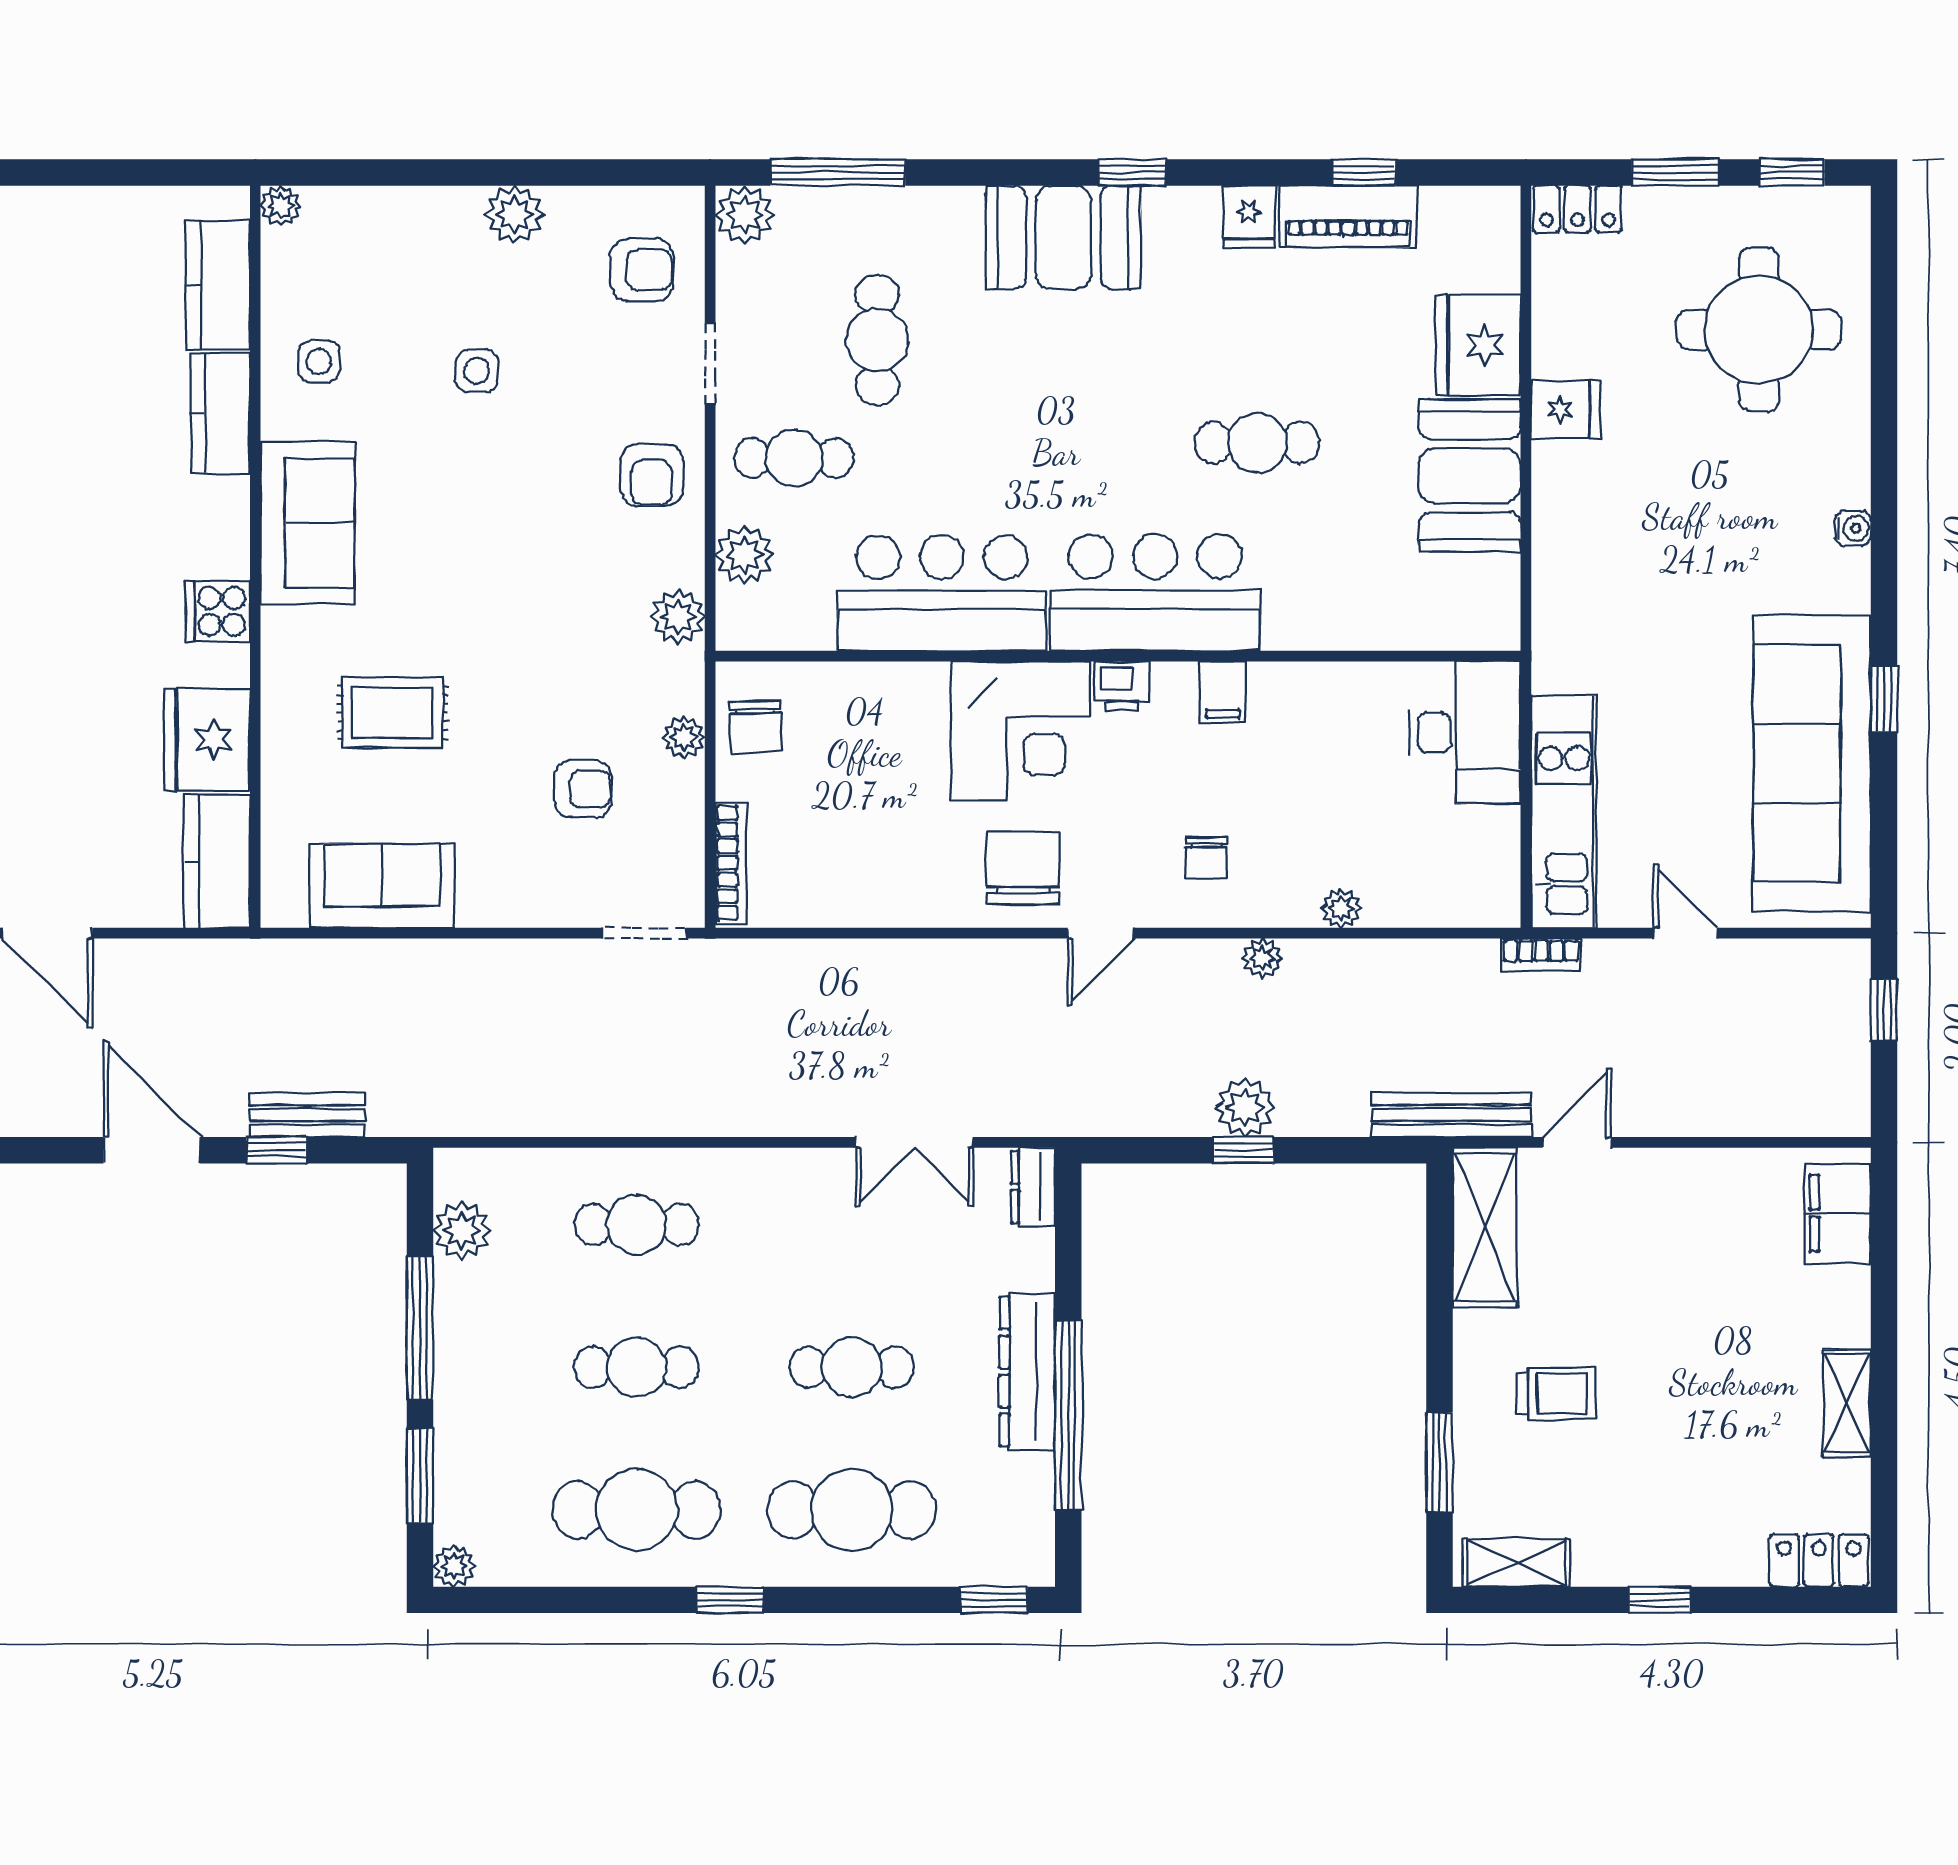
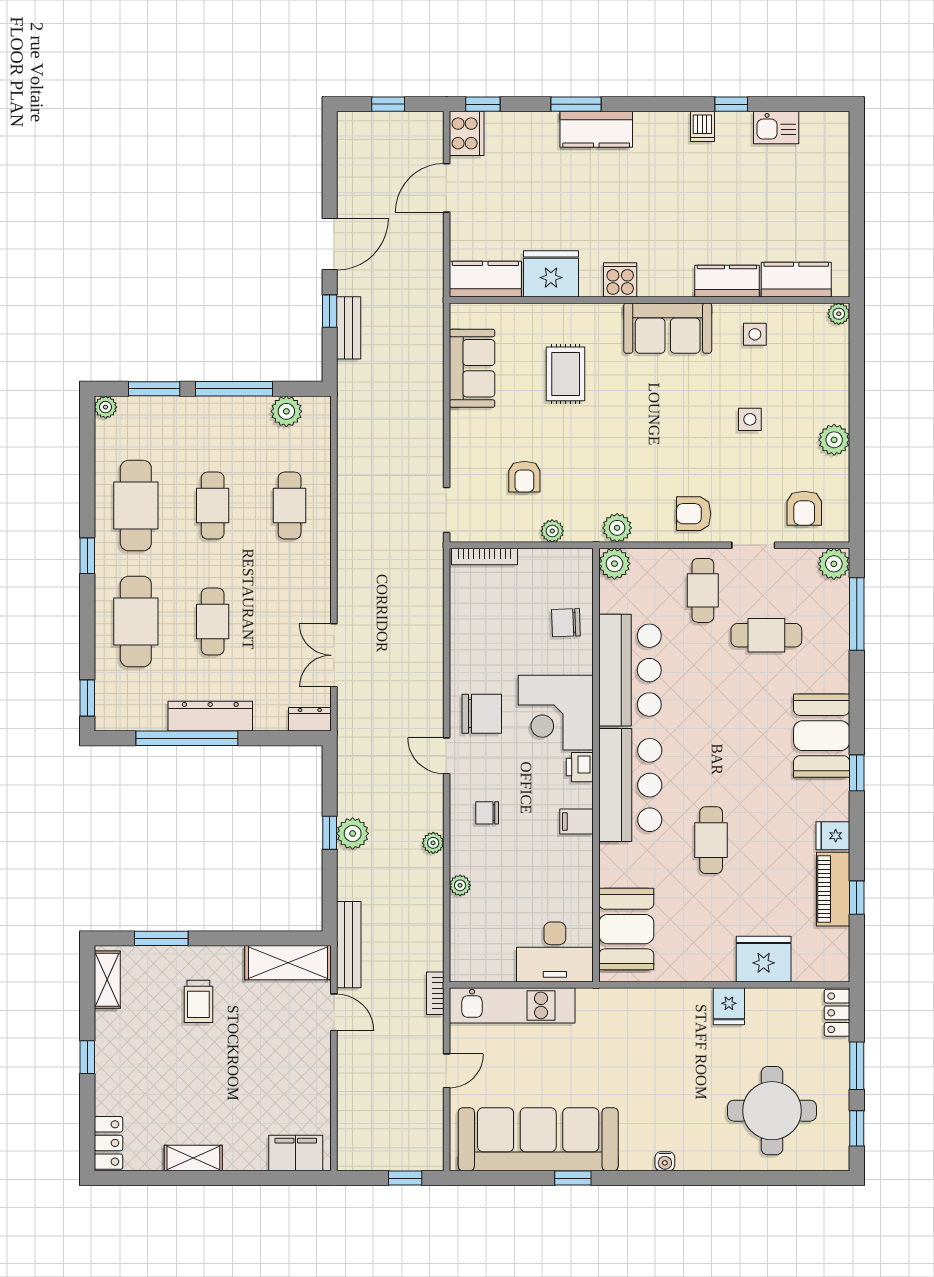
booth: (1470, 476) -> (626, 929), moved, turned 90
plant: (744, 555) -> (614, 564), moved
chair: (755, 727) -> (566, 623), moved

